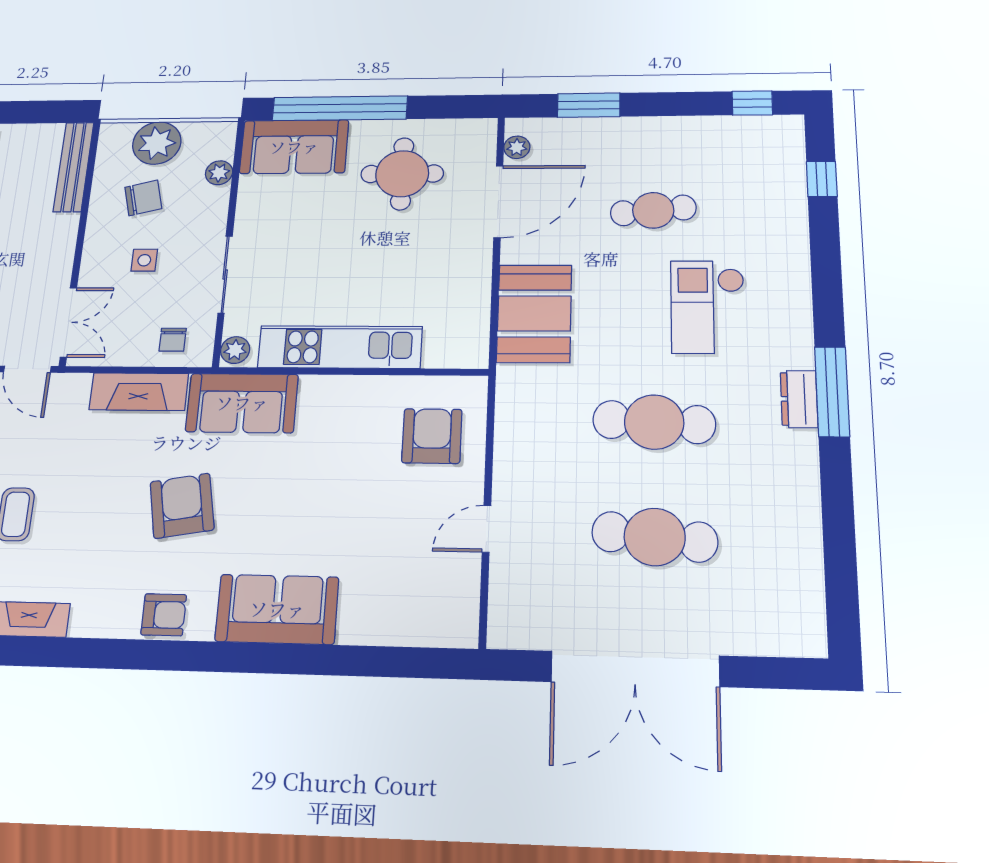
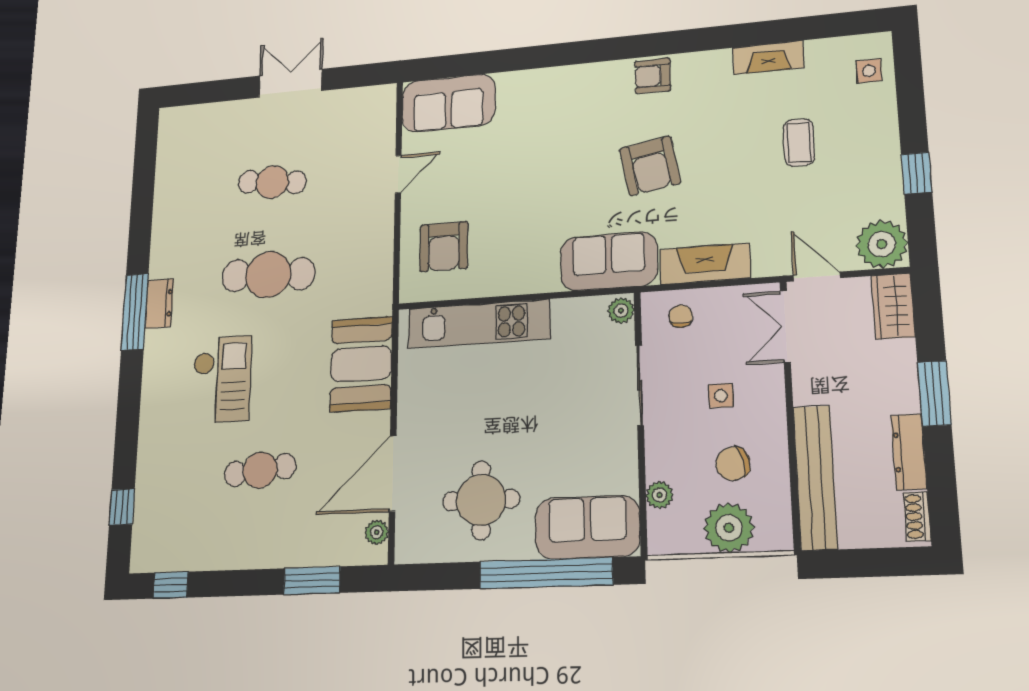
bench: (74, 167) -> (815, 477), width x1.37, depth x1.21
kitchen unit: (340, 347) -> (479, 324), moved
cafe table: (655, 537) -> (272, 182), width x0.73, depth x0.74
sofa: (277, 609) -> (448, 103), moved
double door: (635, 669) -> (290, 83), width x0.54

